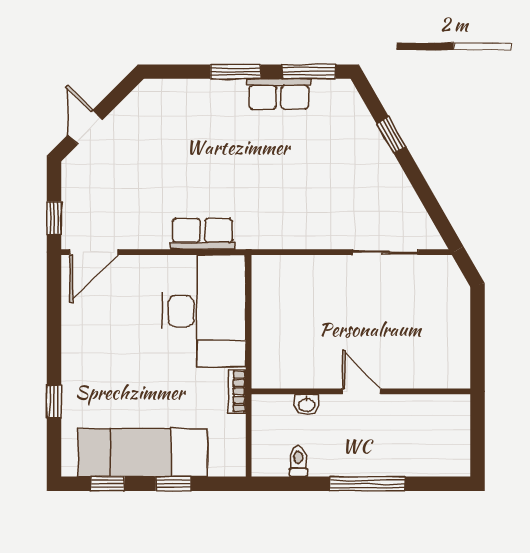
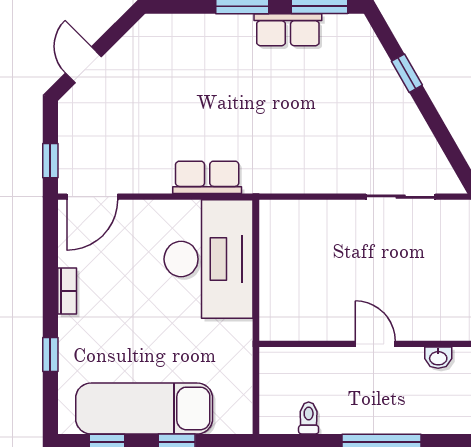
bookcase: (237, 391) -> (67, 291), moved, turned 180
washbasin: (307, 404) -> (438, 358), moved

